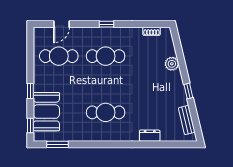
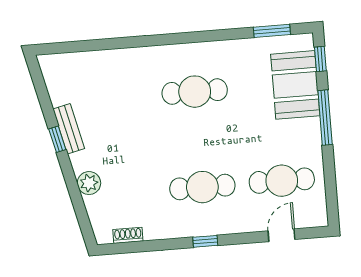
window: (30, 91) -> (325, 118), width x2.17
bench: (187, 120) -> (69, 129), moved
dresser: (150, 136) -> (117, 58), removed

